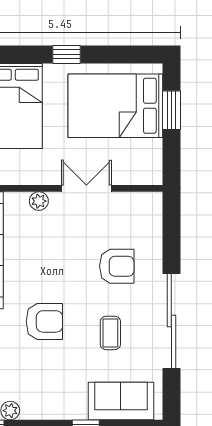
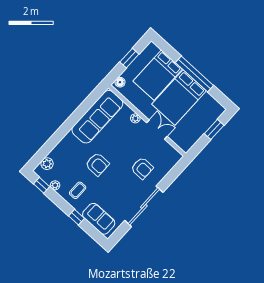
window: (67, 54) -> (194, 74), width x3.17
bed: (115, 106) -> (179, 98), moved, turned -90
coffee table: (110, 333) -> (78, 190), moved

